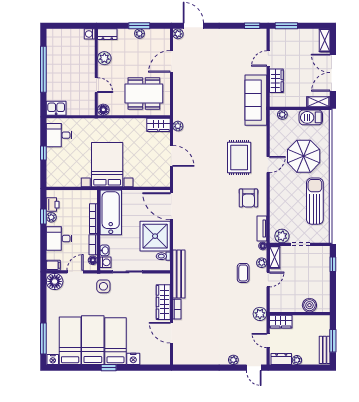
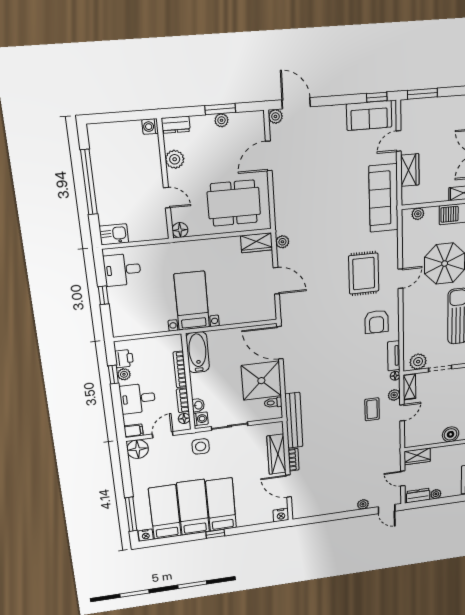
sofa: (246, 38) -> (369, 116), added
bed with nightstands: (107, 165) -> (192, 301), width x0.73
bathtub: (111, 212) -> (198, 352), width x0.73, depth x0.73
plant: (260, 314) -> (393, 452), removed
nightstand: (133, 359) -> (281, 515), moved

